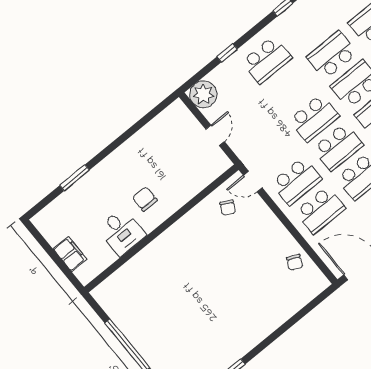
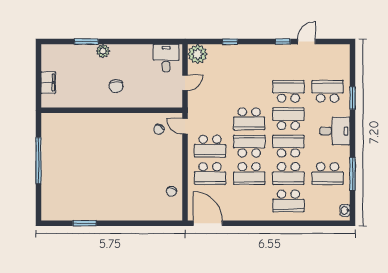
school desk: (267, 60) -> (249, 64), removed
school desk: (338, 147) -> (249, 146), turned 180
plant: (100, 173) -> (103, 51), added
chair: (145, 199) -> (116, 86), turned 180
desk: (121, 232) -> (166, 58), moved, turned 180

